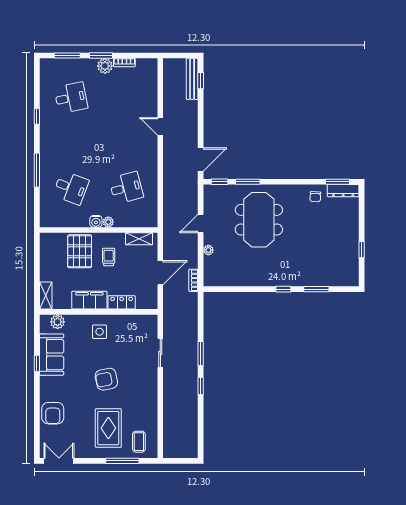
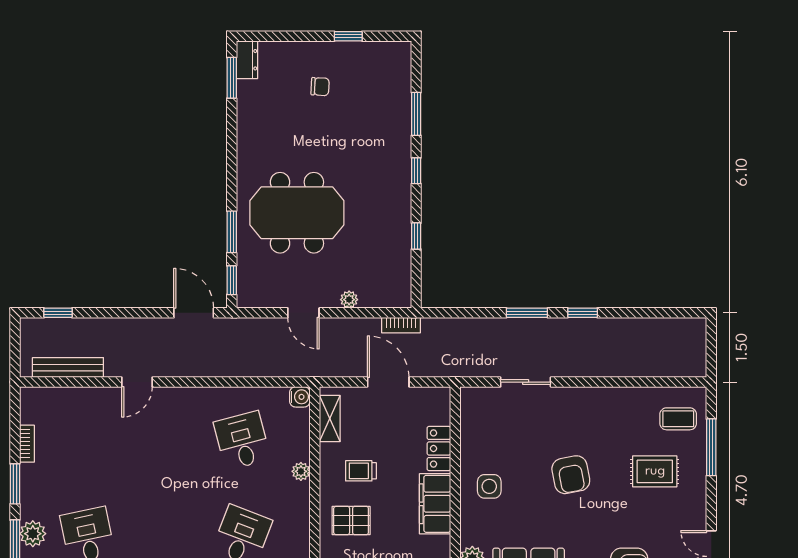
plant: (105, 66) -> (33, 534), moved
bench: (192, 79) -> (68, 367), moved
dresser: (343, 191) -> (247, 60), width x0.70
chair: (315, 197) -> (320, 87), moved
water cooler: (96, 221) -> (300, 397), moved
pallet: (80, 251) -> (351, 521), width x0.67, depth x0.71
window: (245, 289) -> (416, 236), added
rug: (108, 428) -> (655, 471), width x0.73, depth x0.70

